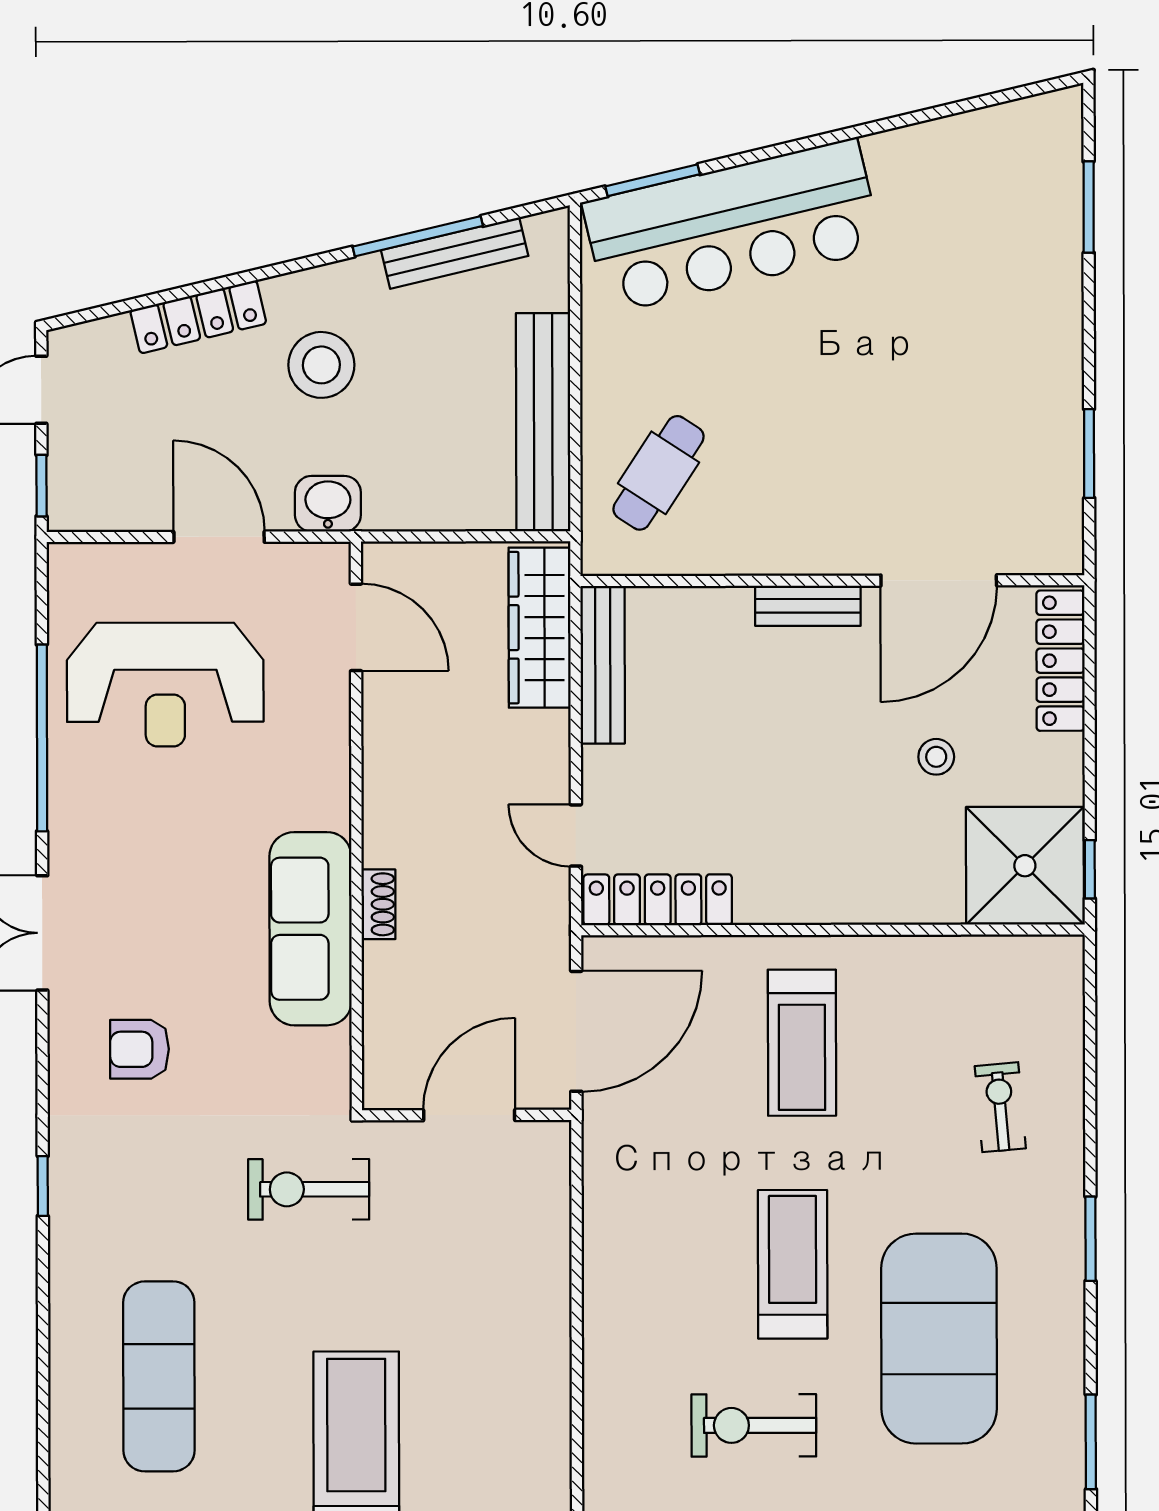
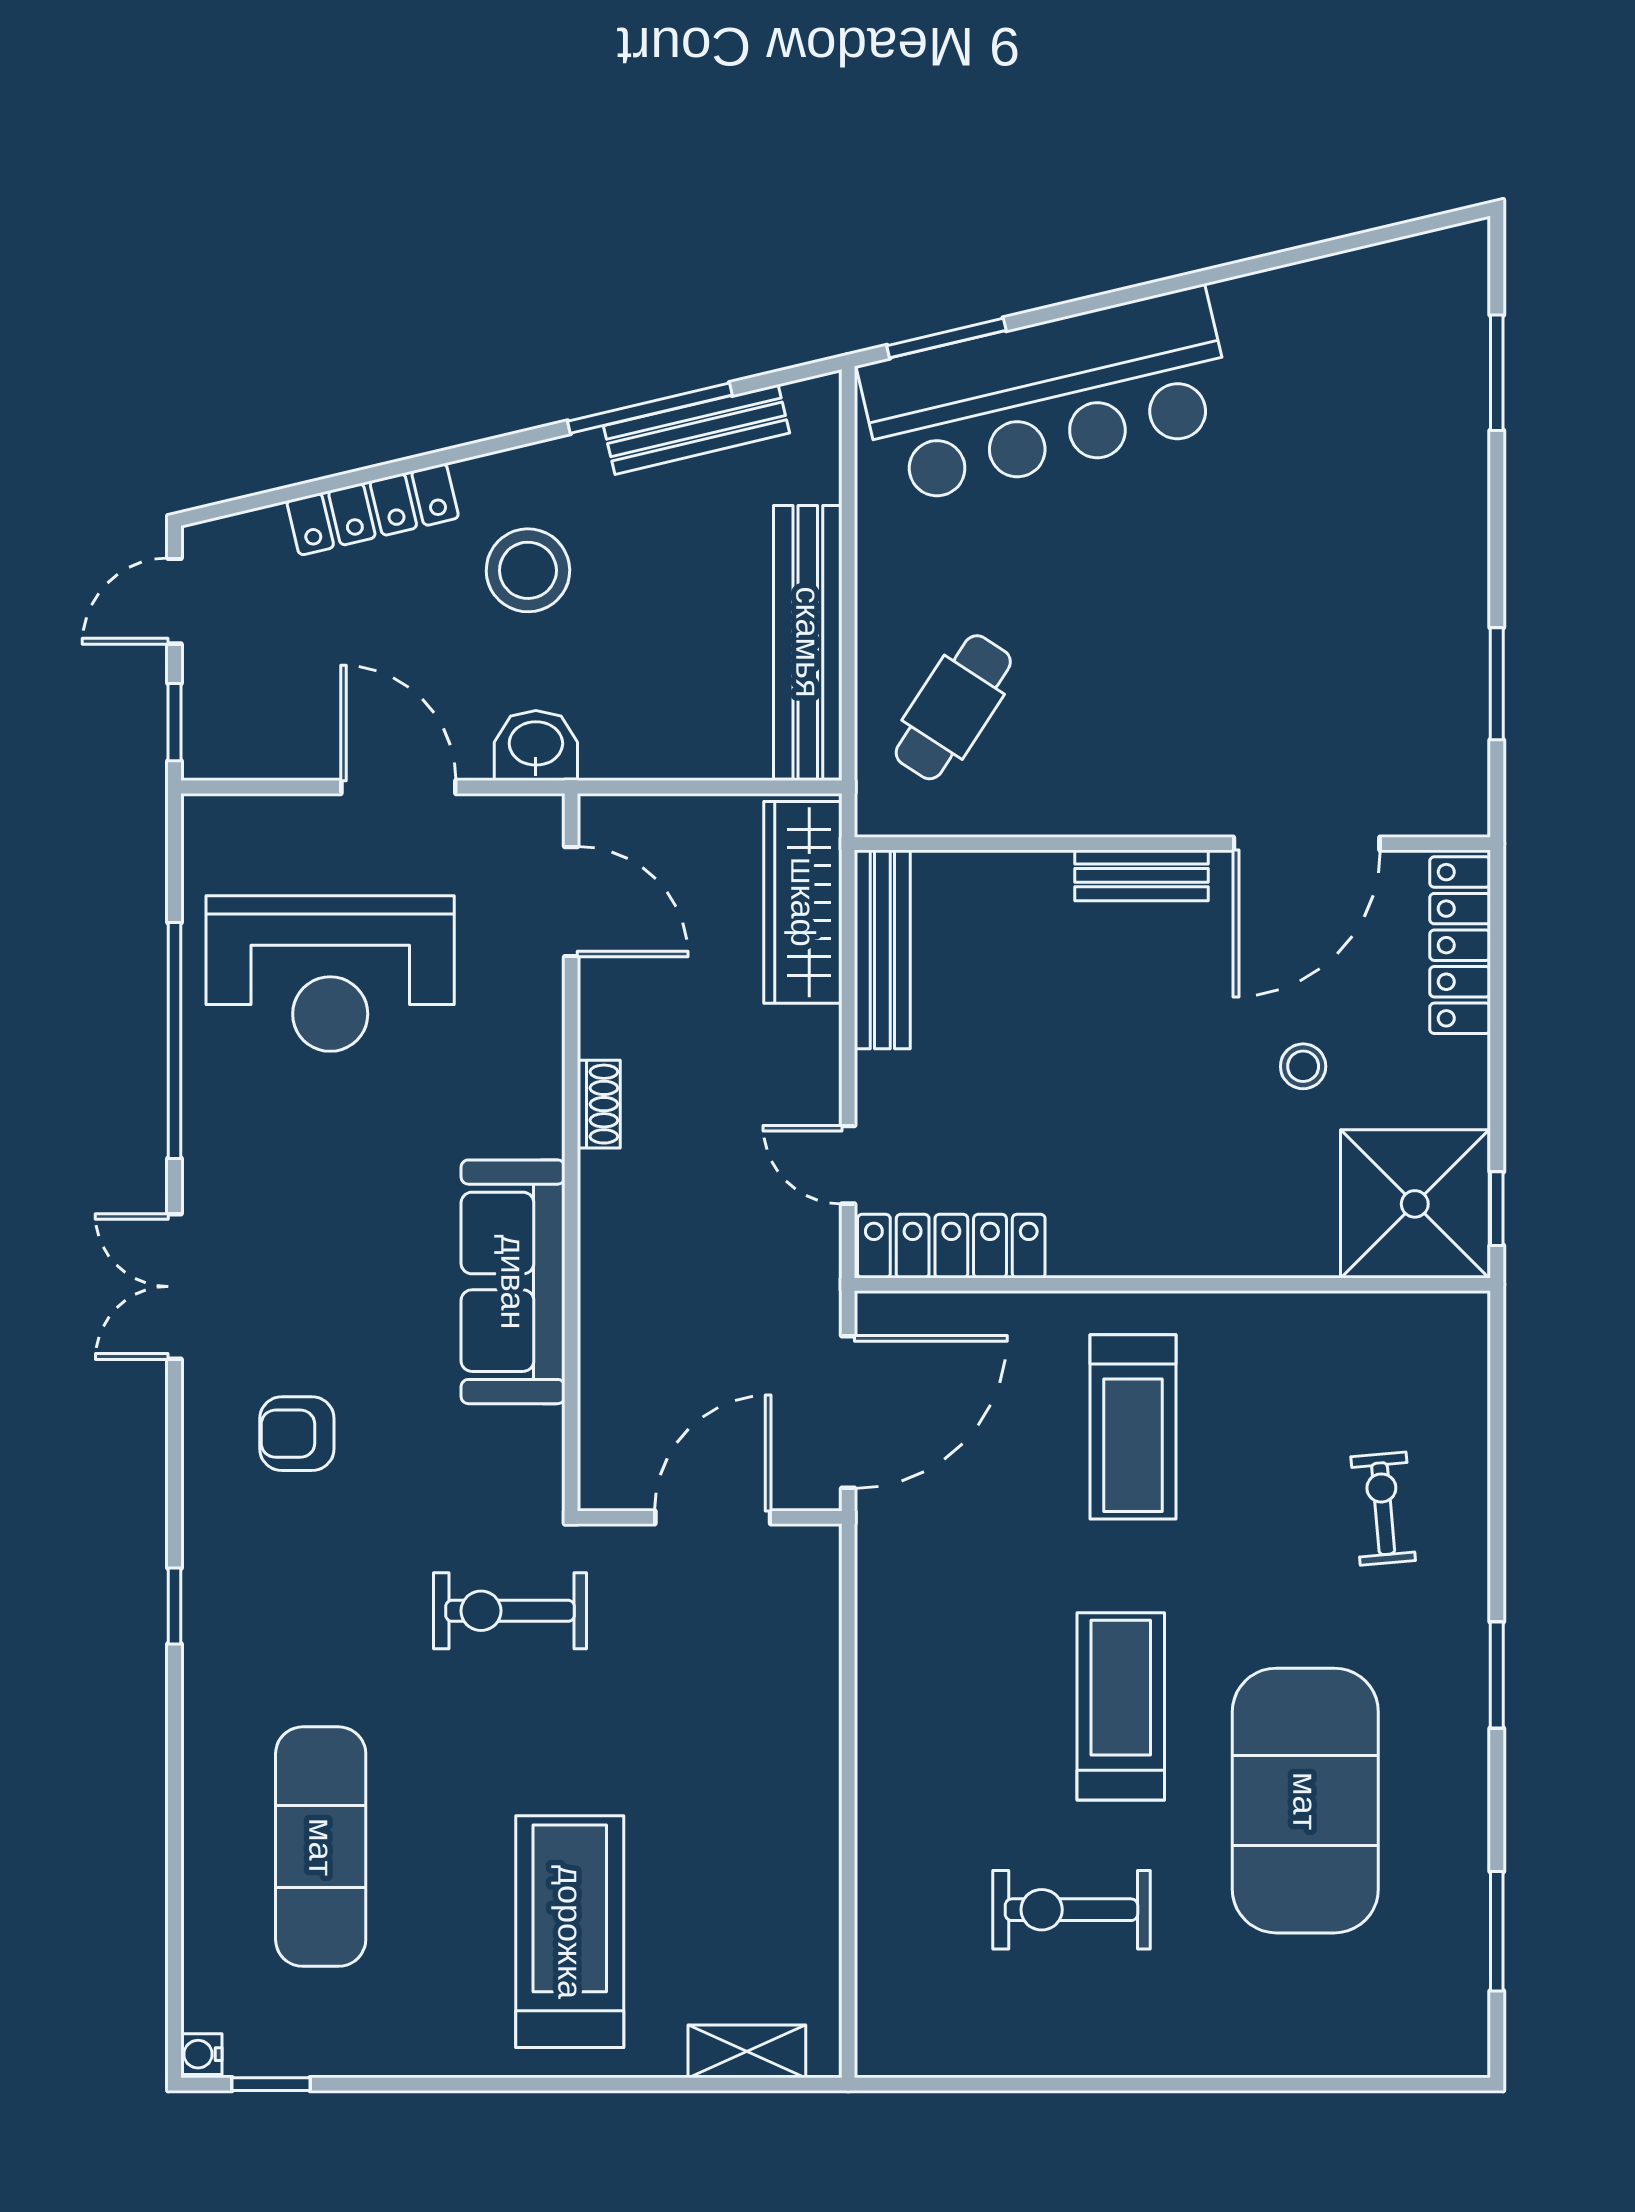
shoe rack: (378, 904) -> (599, 1104), moved

